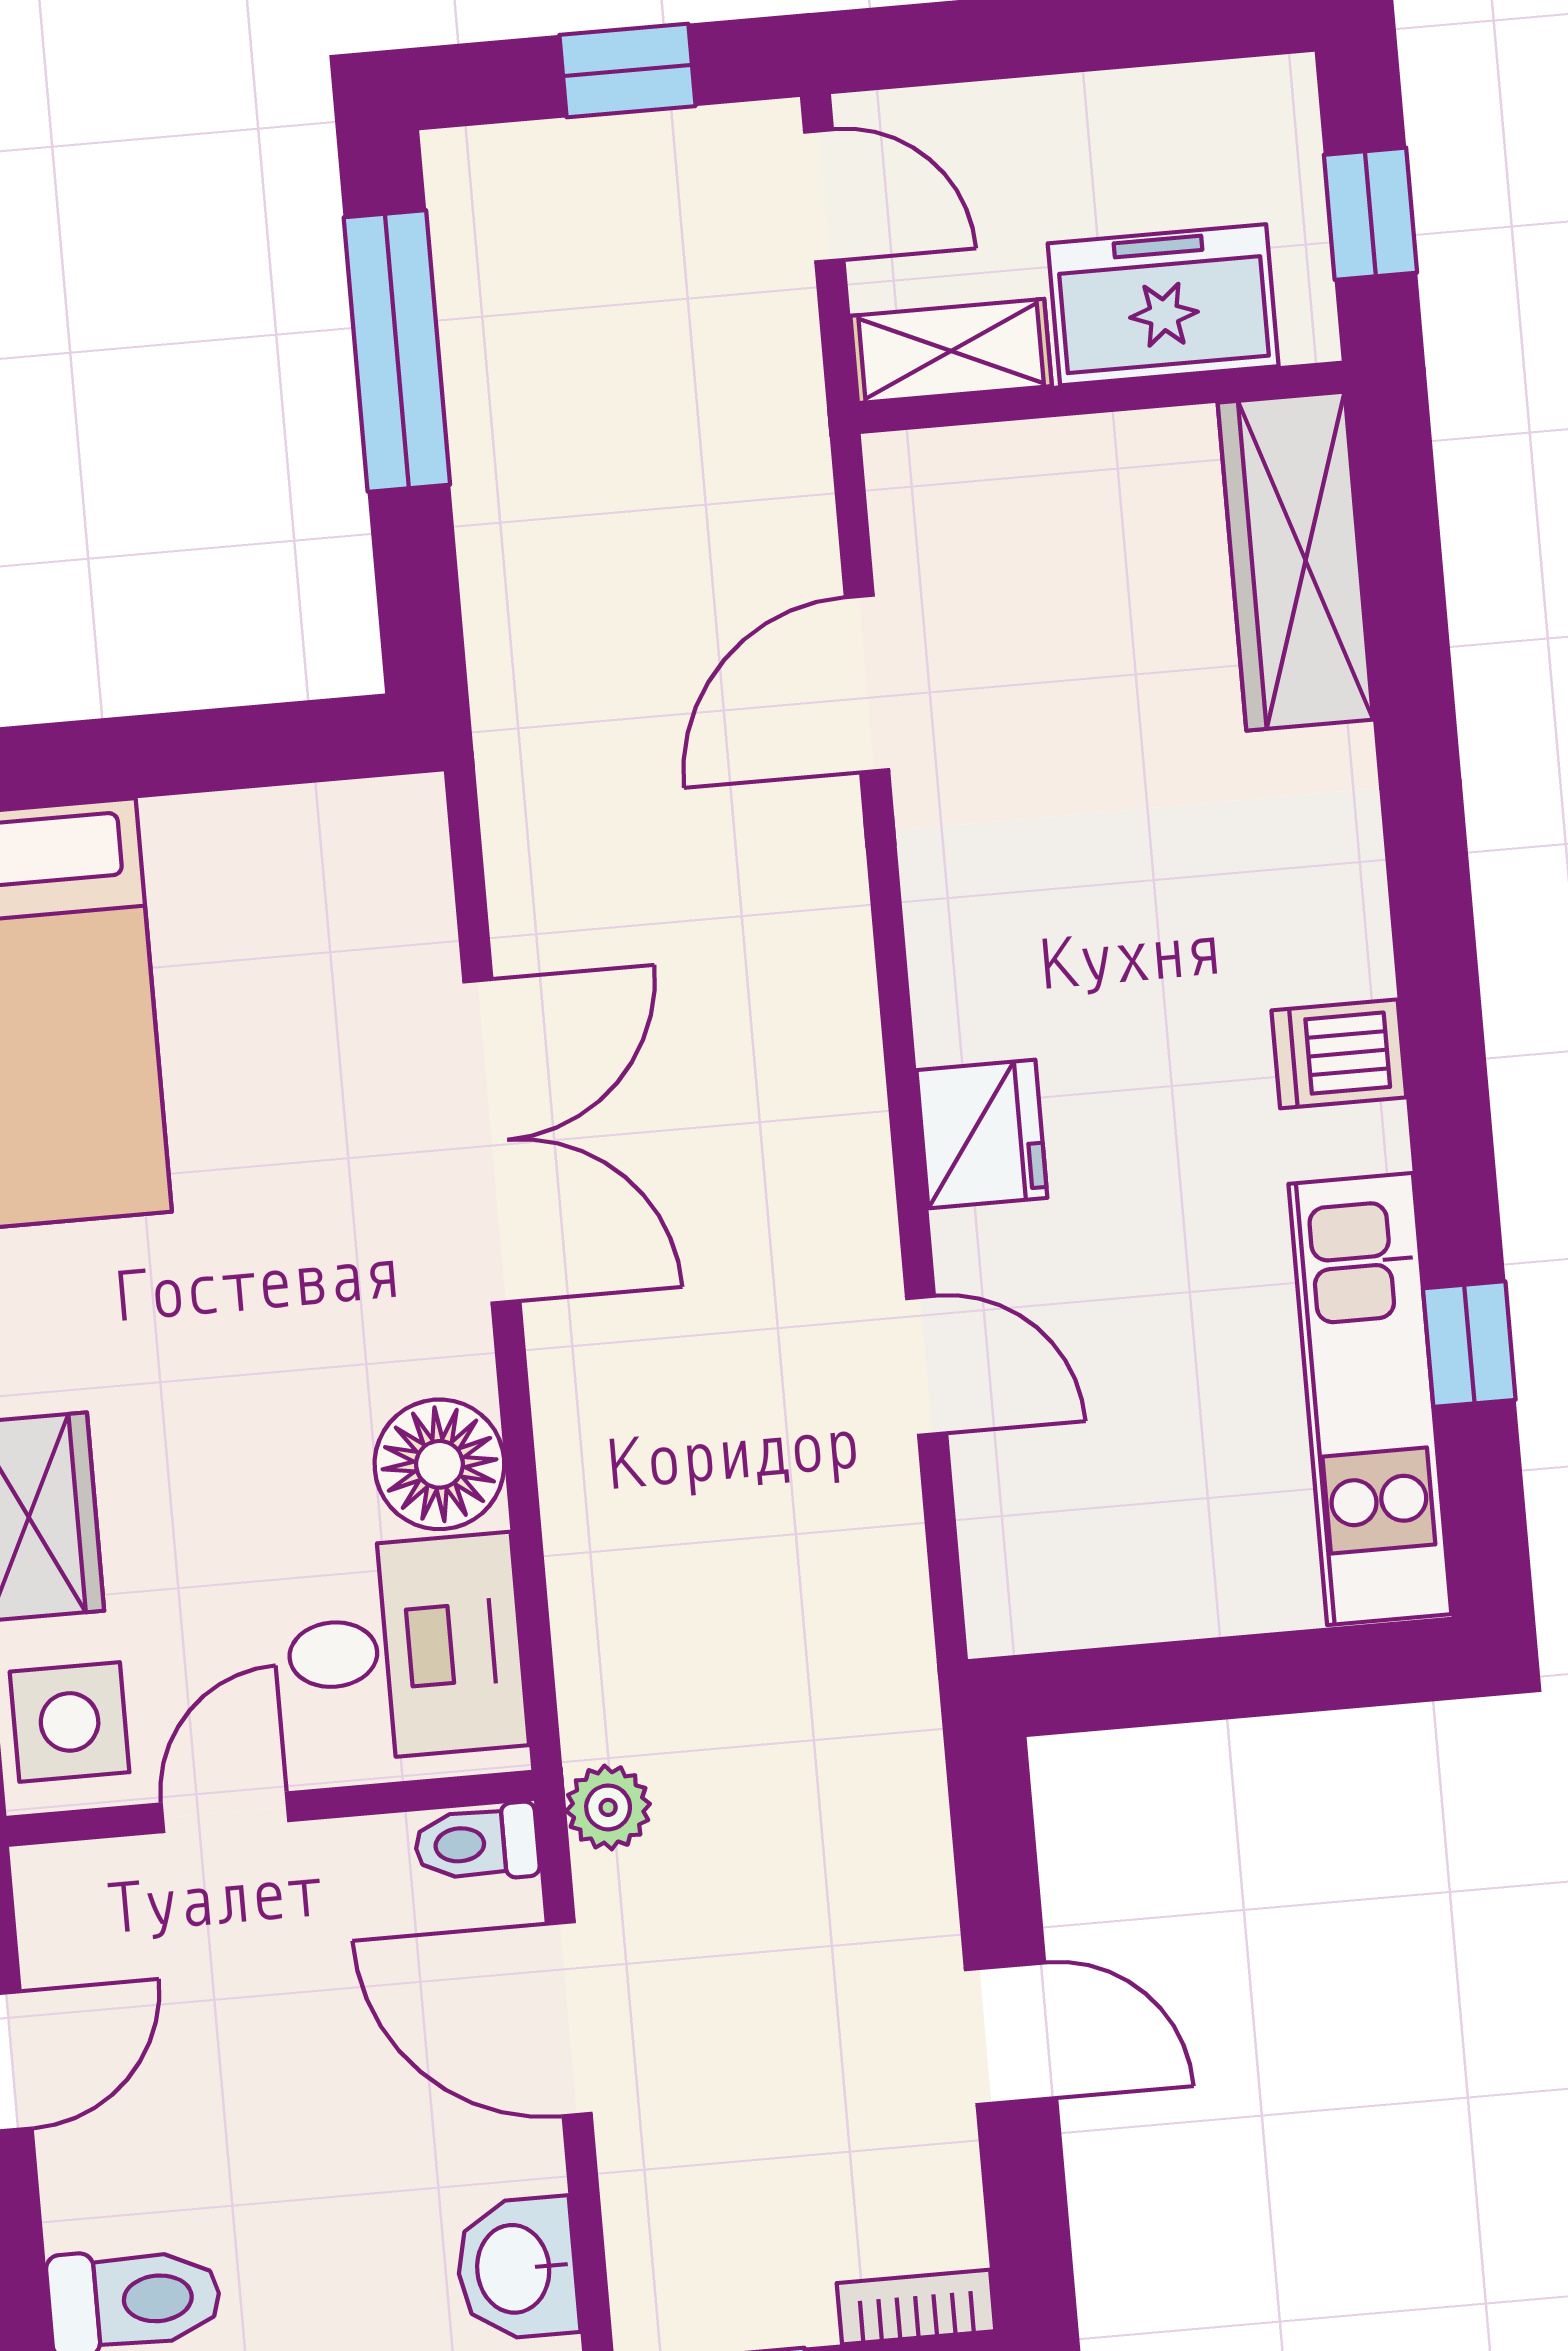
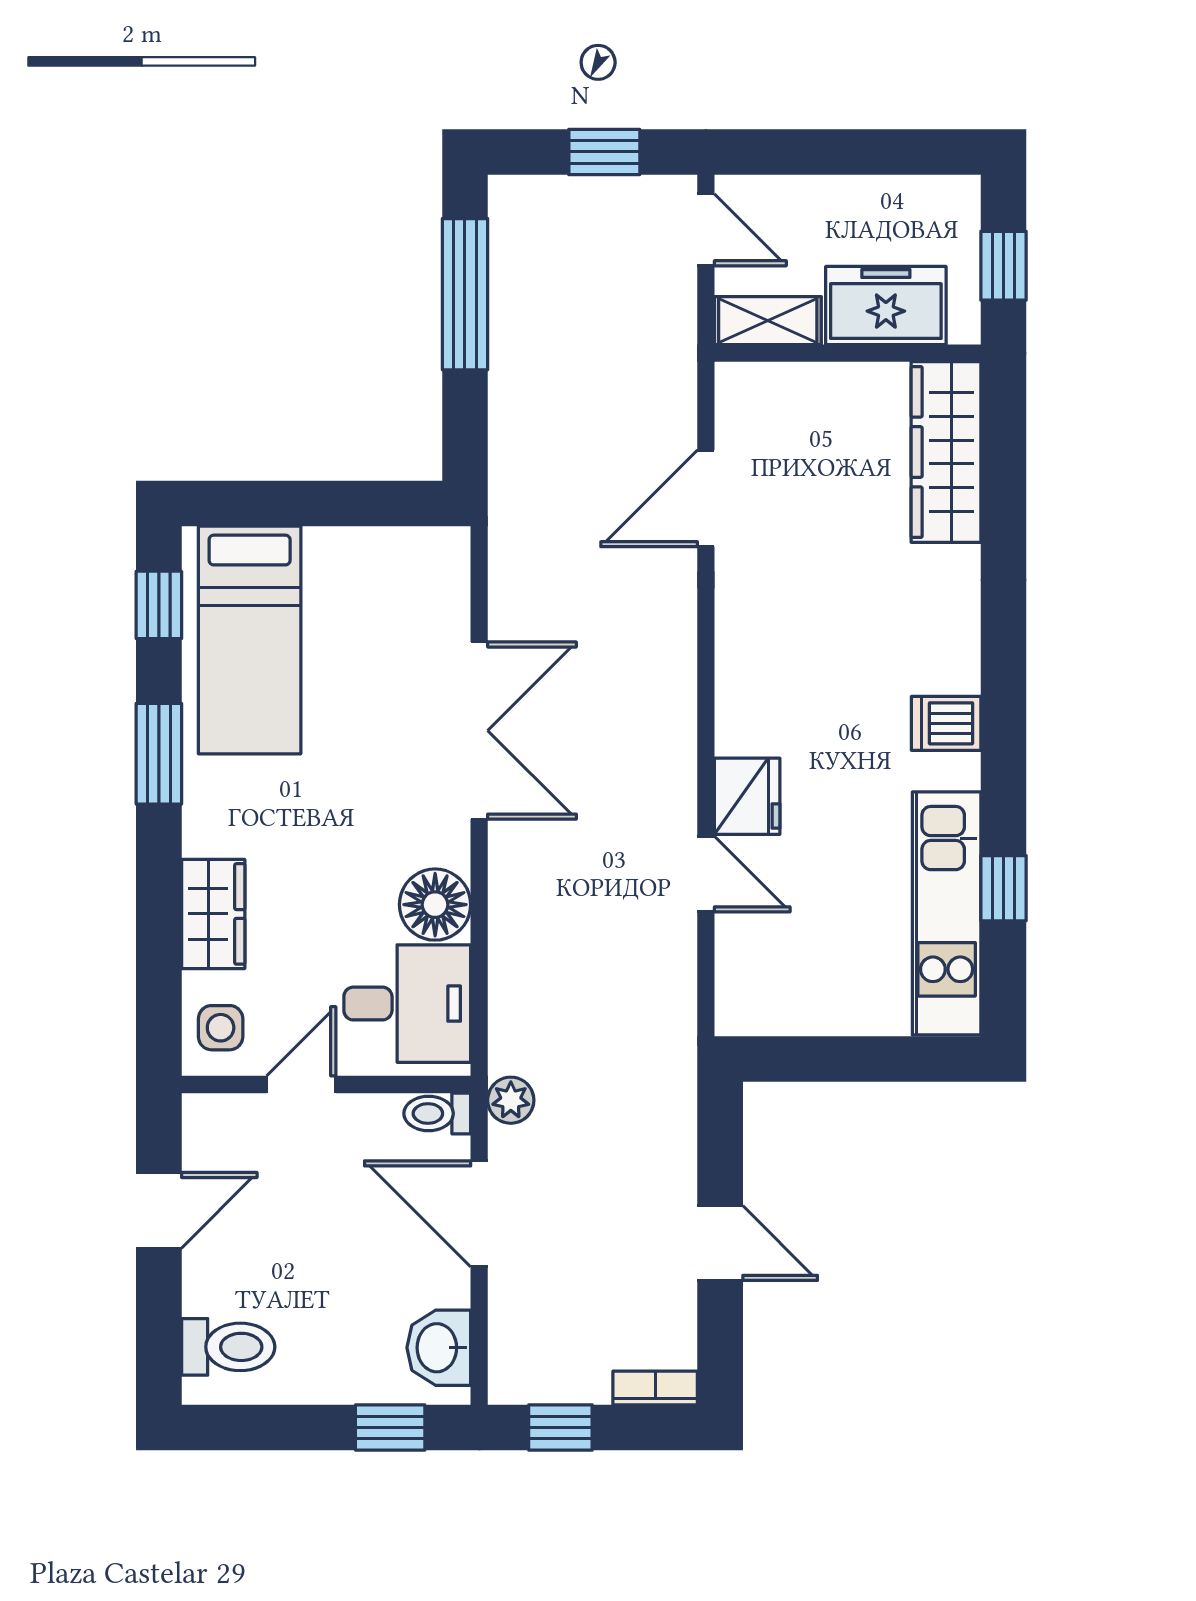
fridge: (982, 1134) -> (747, 796), moved
side table: (70, 1722) -> (221, 1028), width x0.73, depth x0.73

